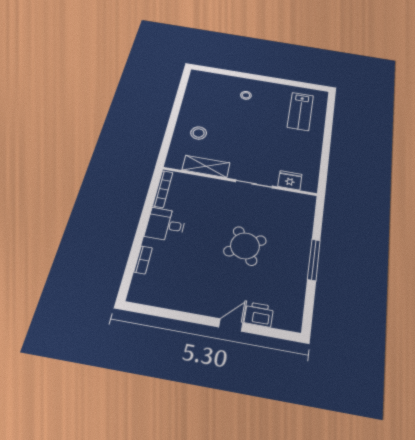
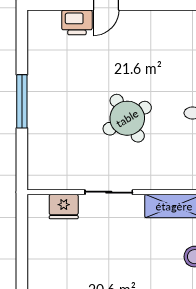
round table: (245, 246) -> (127, 118), moved

